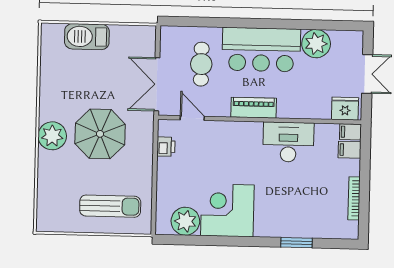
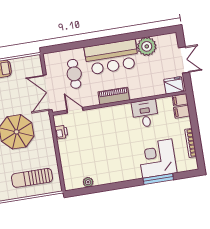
desk: (288, 142) -> (145, 113), width x0.73
sun lounger: (110, 206) -> (32, 178), turned 180
corner desk: (227, 210) -> (157, 158), moved
plant: (185, 221) -> (88, 182), width x0.53, depth x0.53
window: (296, 243) -> (158, 179), width x1.44

